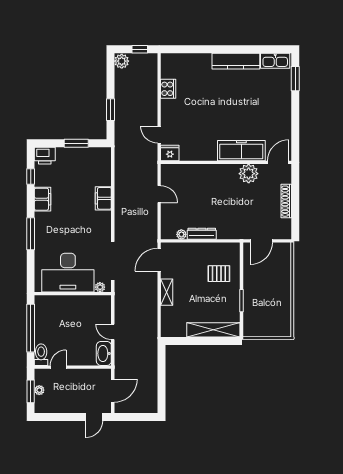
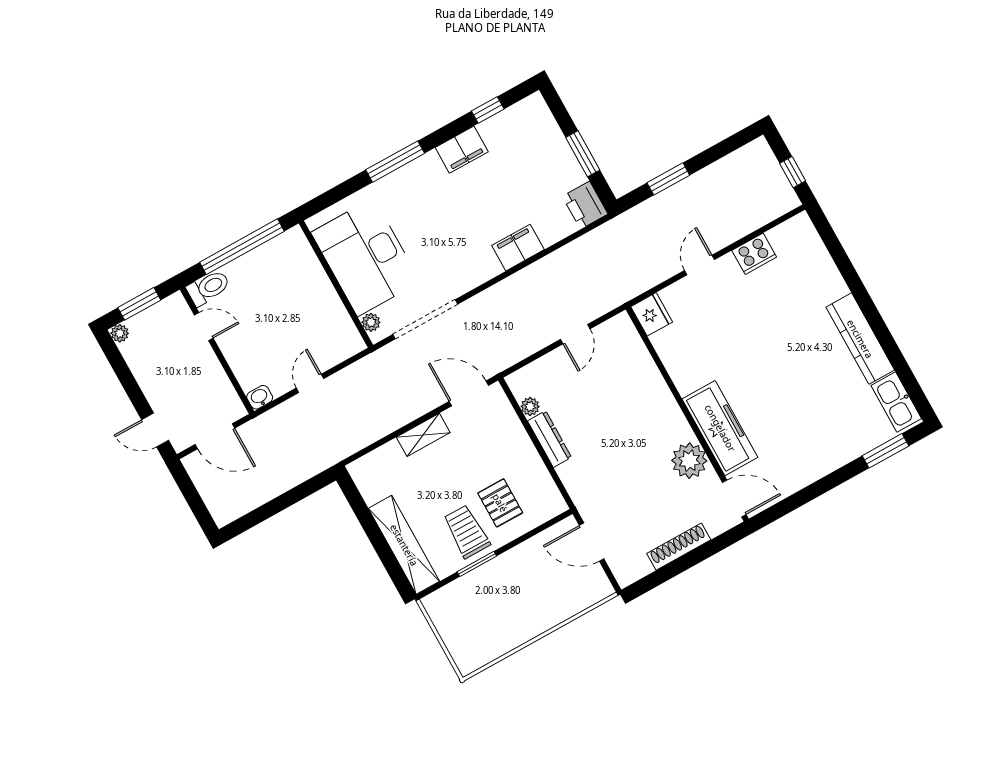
plant: (122, 61) -> (757, 153), removed
door: (159, 135) -> (700, 265), moved
printer: (45, 156) -> (585, 205), moved
trolley: (224, 297) -> (467, 532), added
washbasin: (104, 353) -> (260, 397), width x0.52, depth x0.69
plant: (39, 390) -> (120, 333), moved

